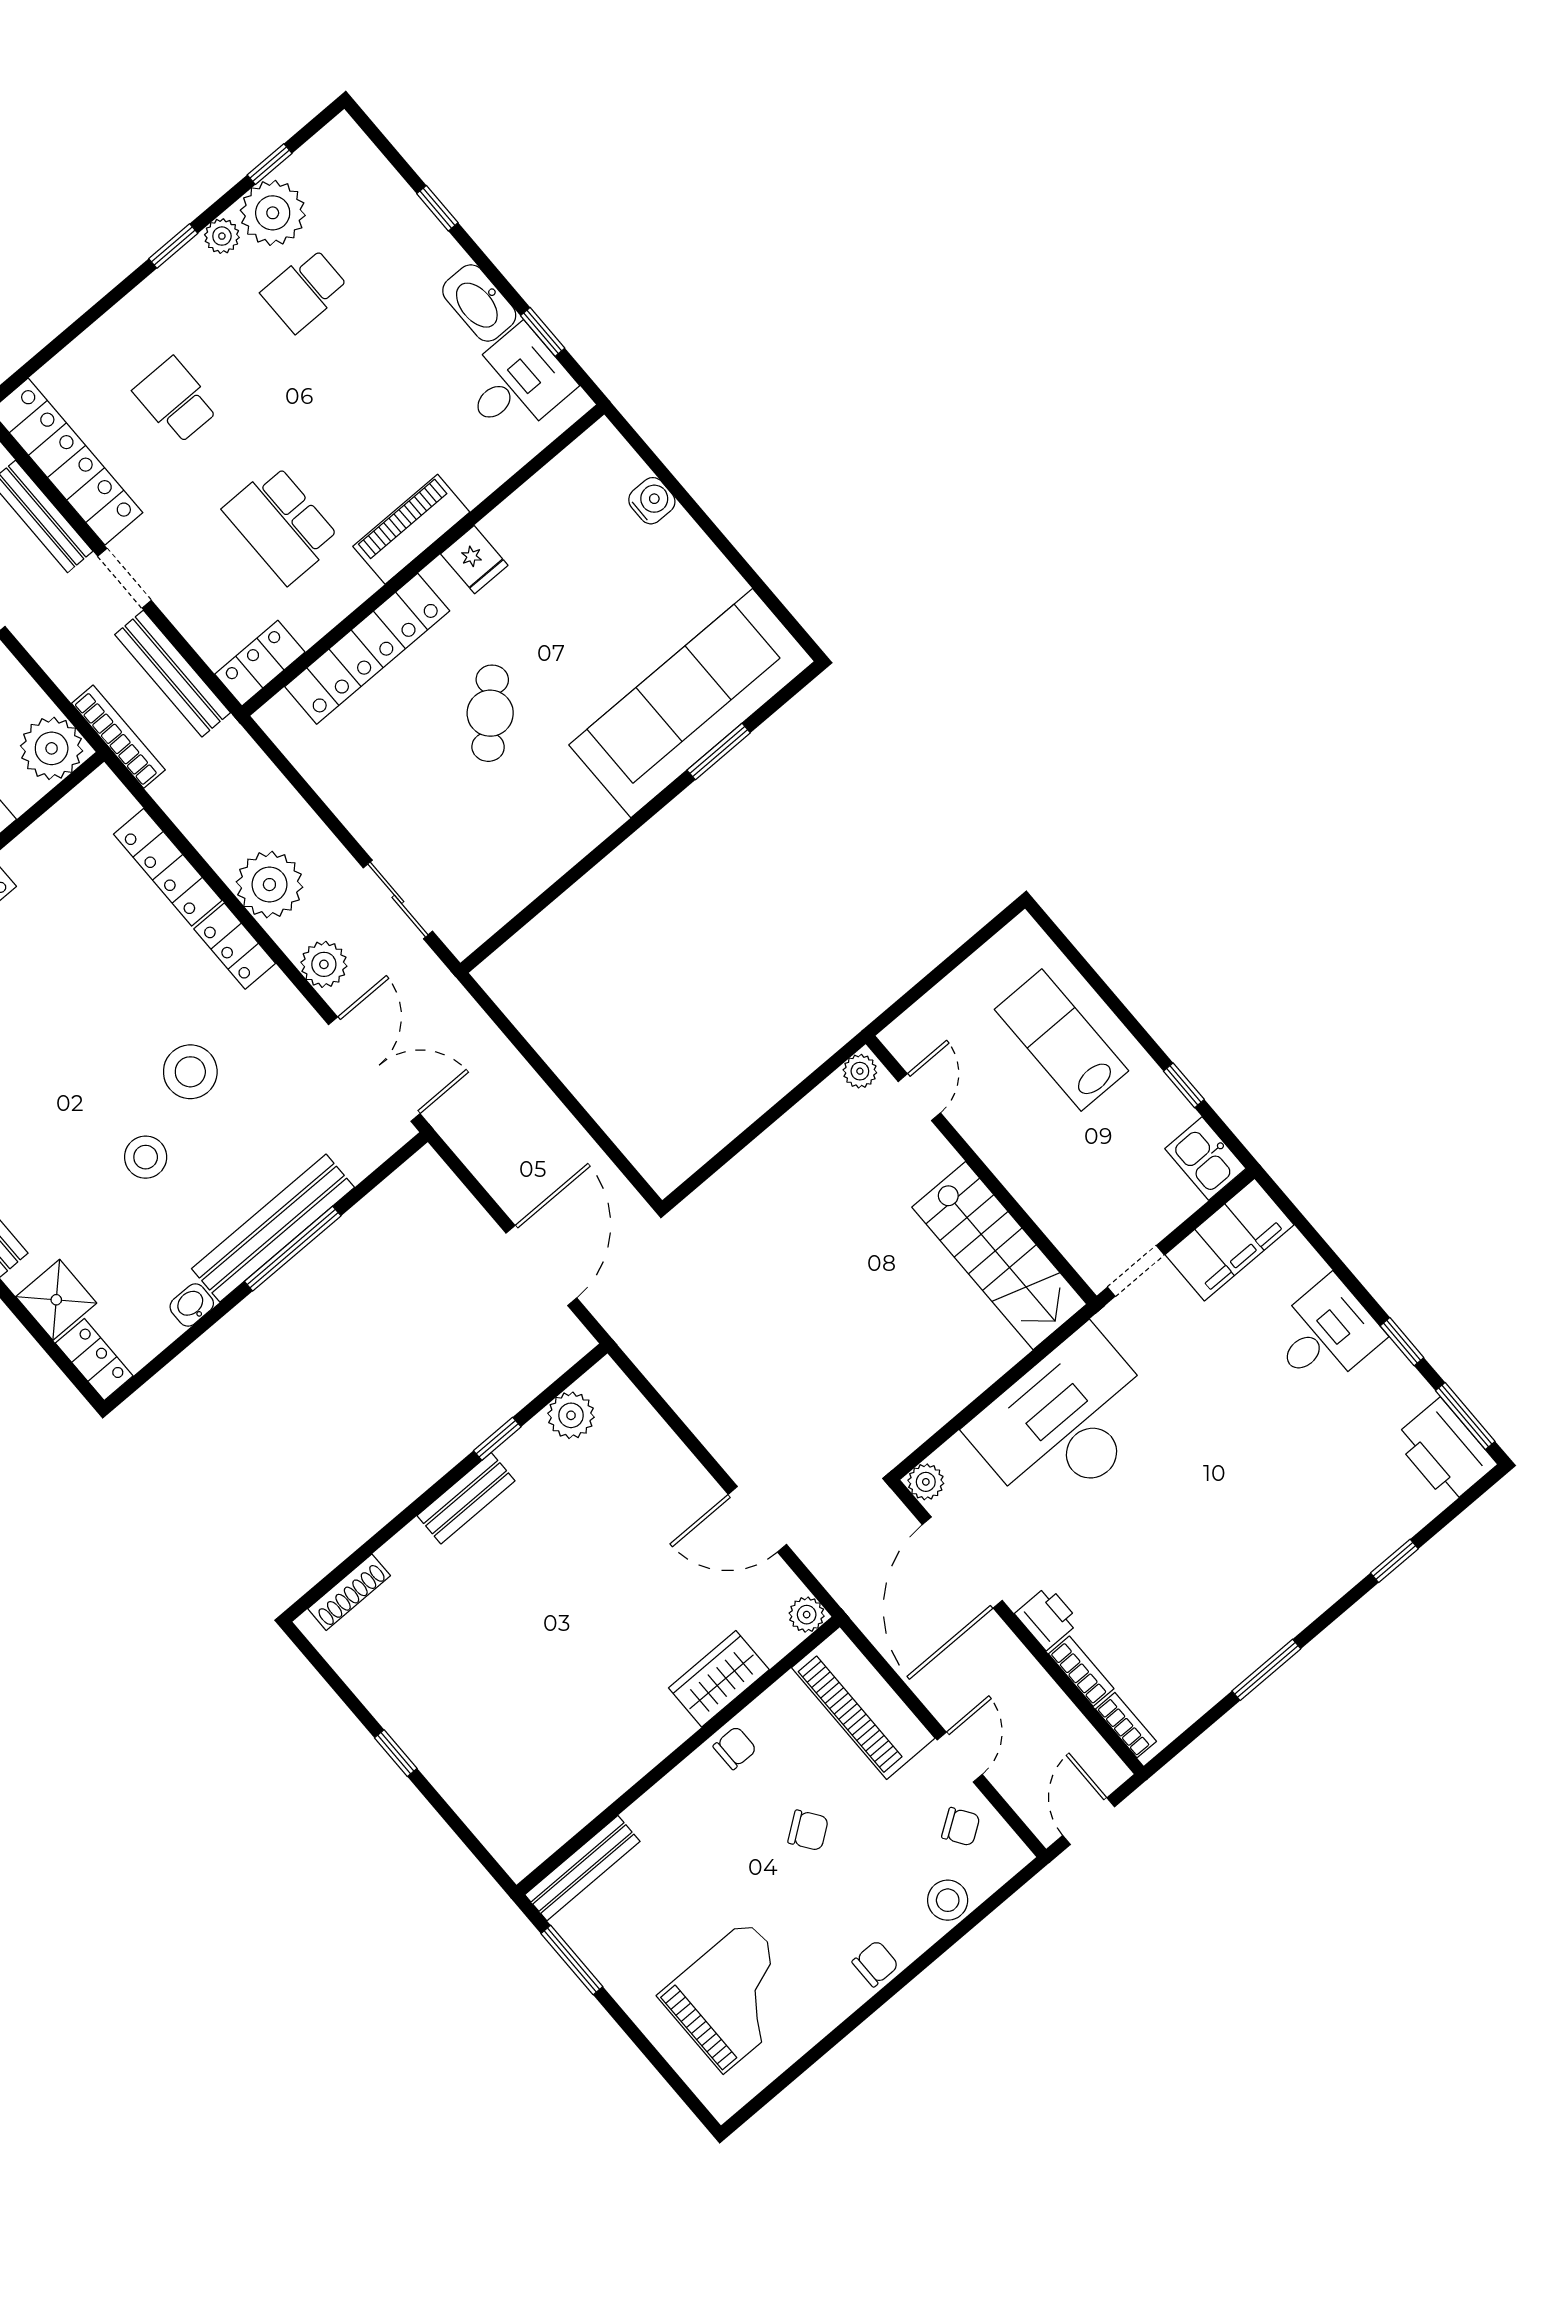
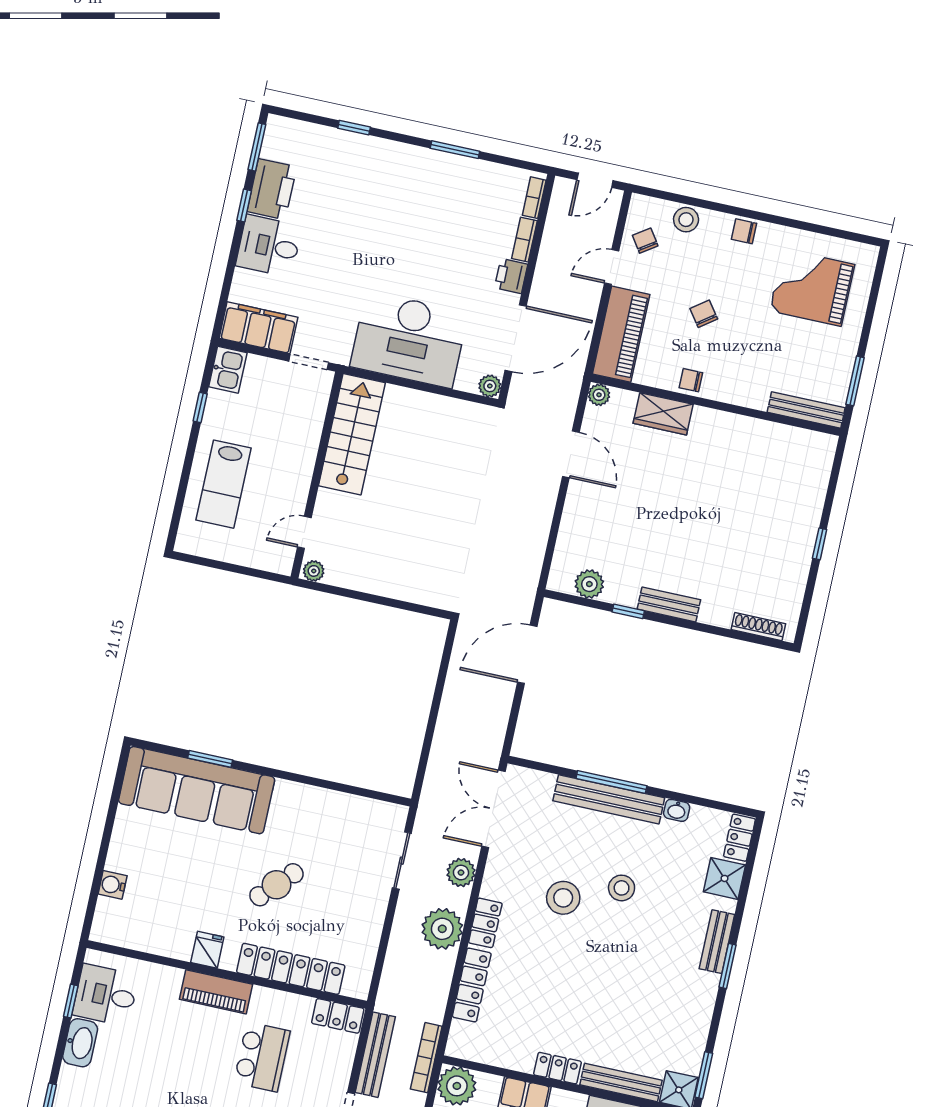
printer: (1445, 1451) -> (272, 189), moved

